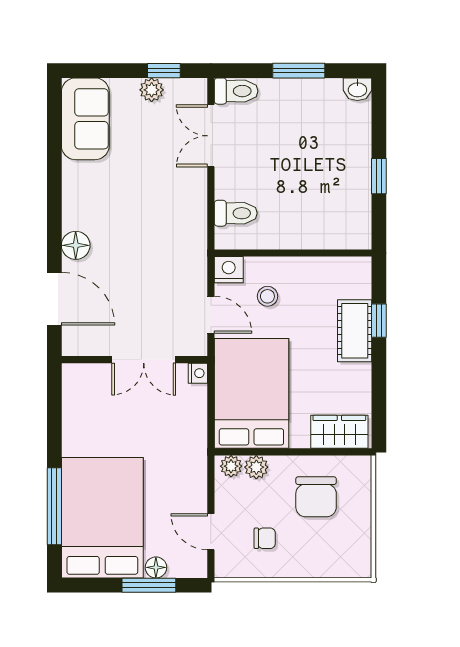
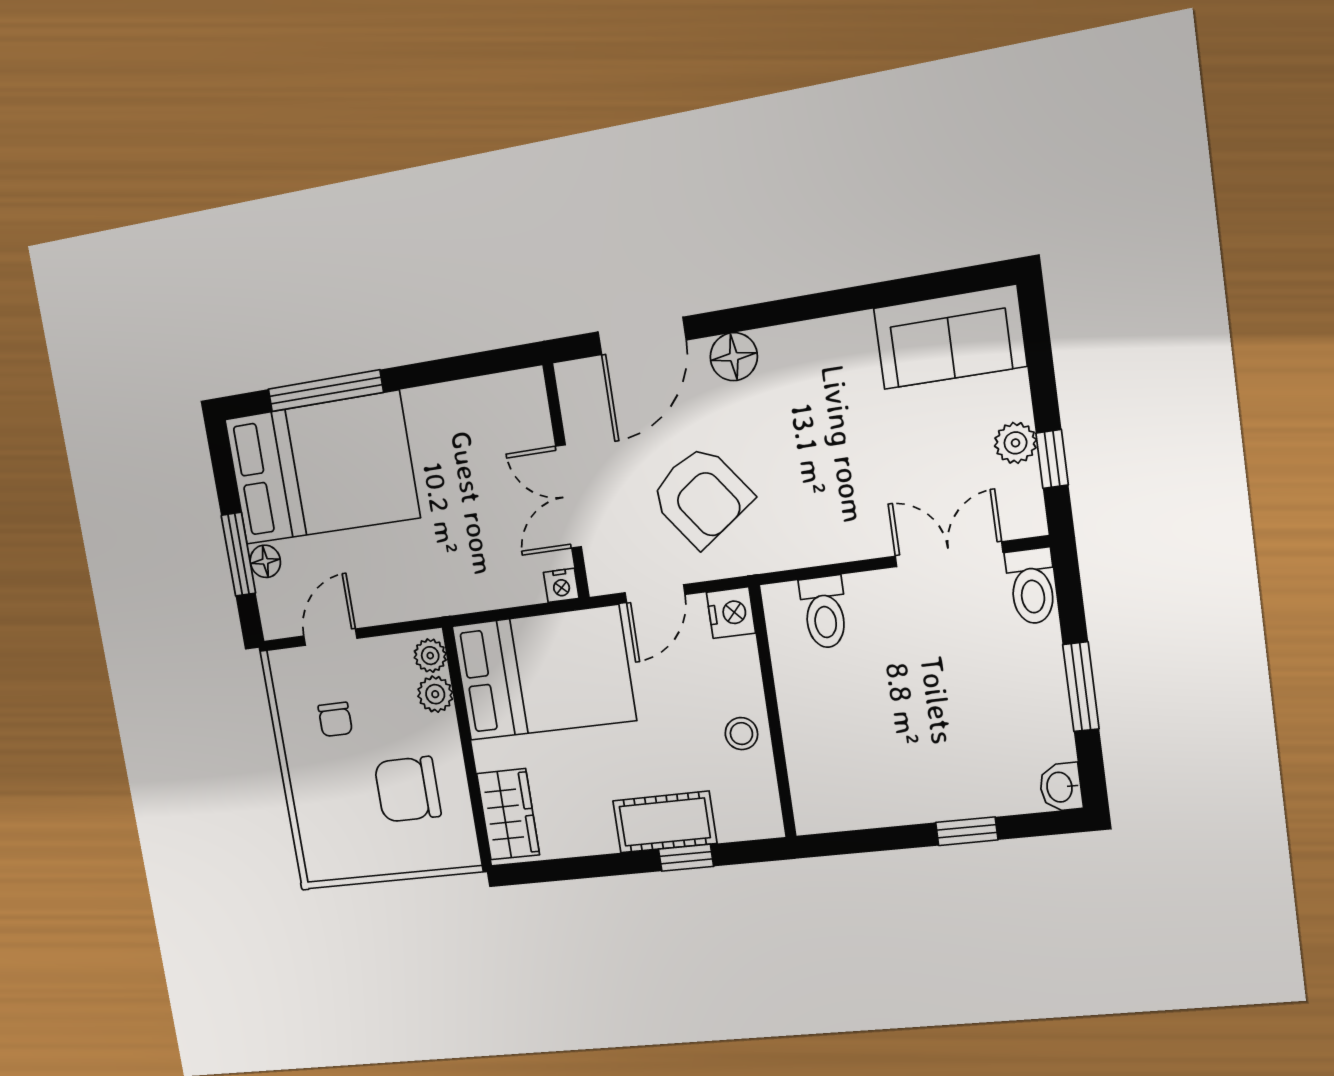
window: (379, 176) -> (967, 831), moved
armchair: (155, 277) -> (701, 496), added
stool: (267, 296) -> (741, 734), moved

